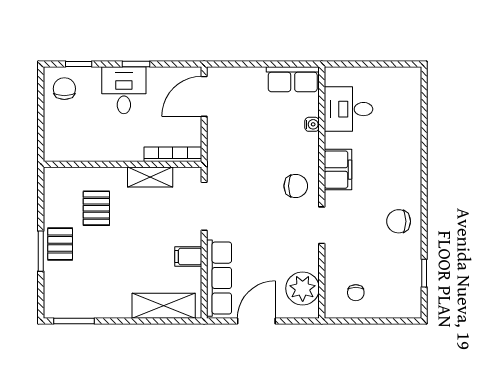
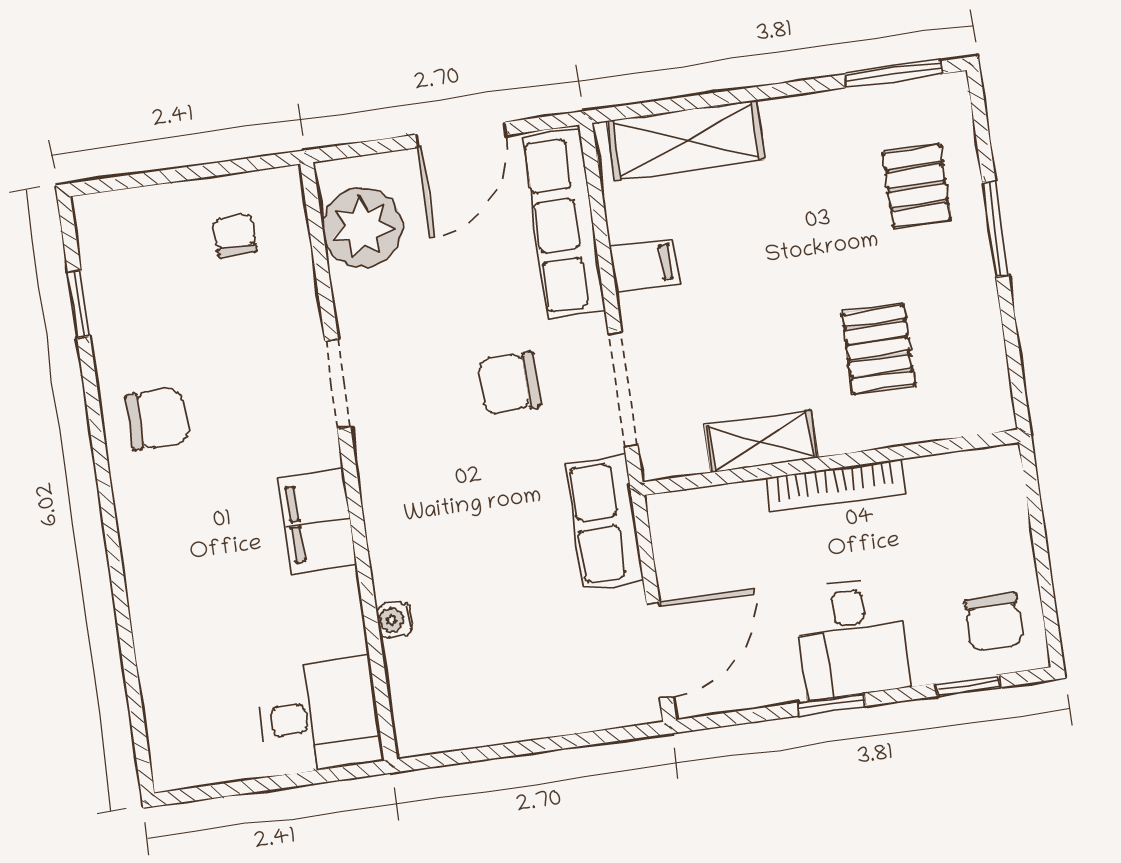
row of seats: (293, 79) -> (605, 522), moved, turned -90
desk: (349, 109) -> (320, 716), moved
bookcase: (173, 154) -> (836, 486), moved
chair: (296, 186) -> (509, 383), moved
pallet: (60, 244) -> (917, 186), moved

